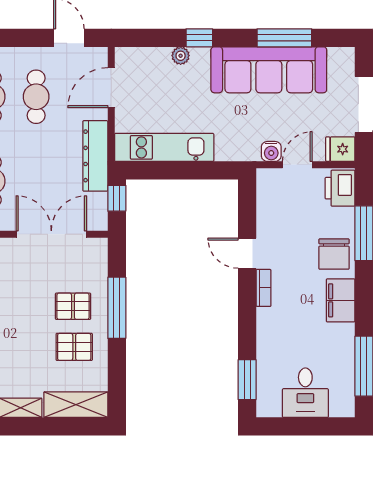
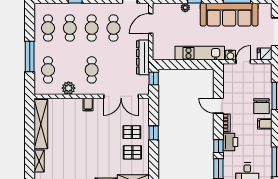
kitchen unit: (164, 147) -> (200, 53), moved
printer: (340, 188) -> (230, 142), moved, turned 180
double door: (51, 234) -> (121, 96), swing flipped
filing cabinet: (341, 300) -> (265, 124), width x0.50
window: (117, 308) -> (154, 133), width x0.46
window: (247, 334) -> (218, 146), added

